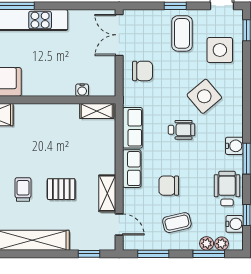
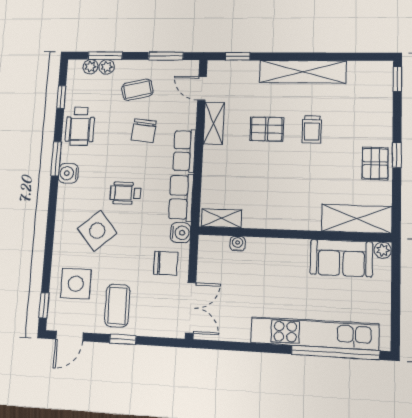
chair: (143, 71) -> (166, 263), turned 180
chair: (169, 186) -> (144, 131), turned 96
water cooler: (235, 224) -> (180, 233), moved, turned 180

